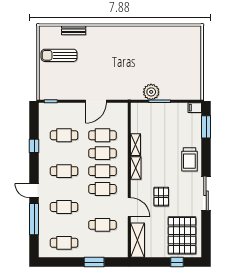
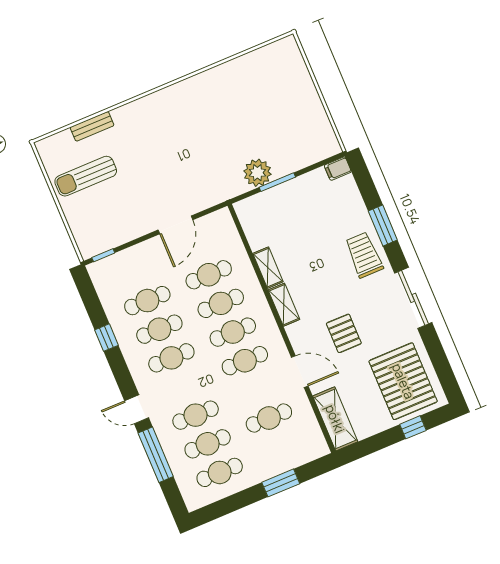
window: (206, 127) -> (383, 226), moved
cafe table: (64, 153) -> (159, 329), added
trolley: (189, 159) -> (364, 255), turned 180
cafe table: (64, 225) -> (208, 444), added

